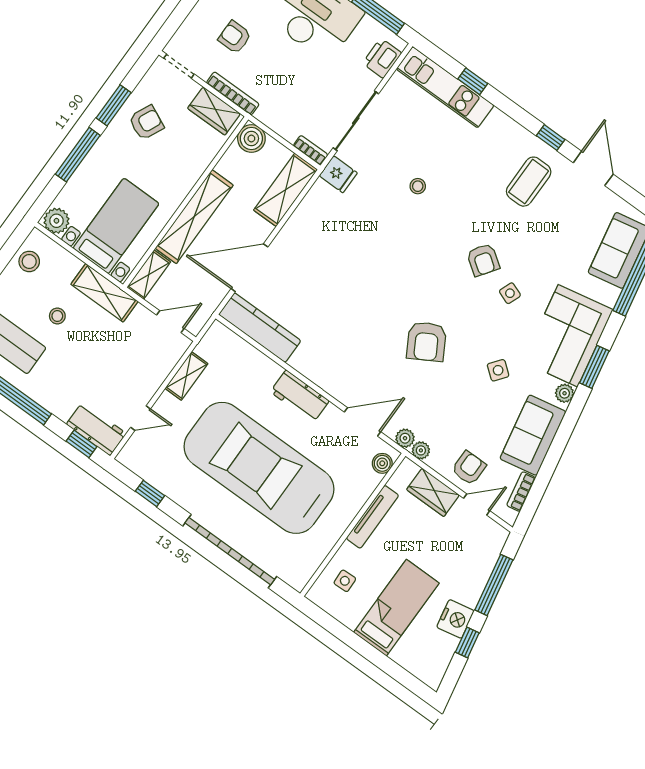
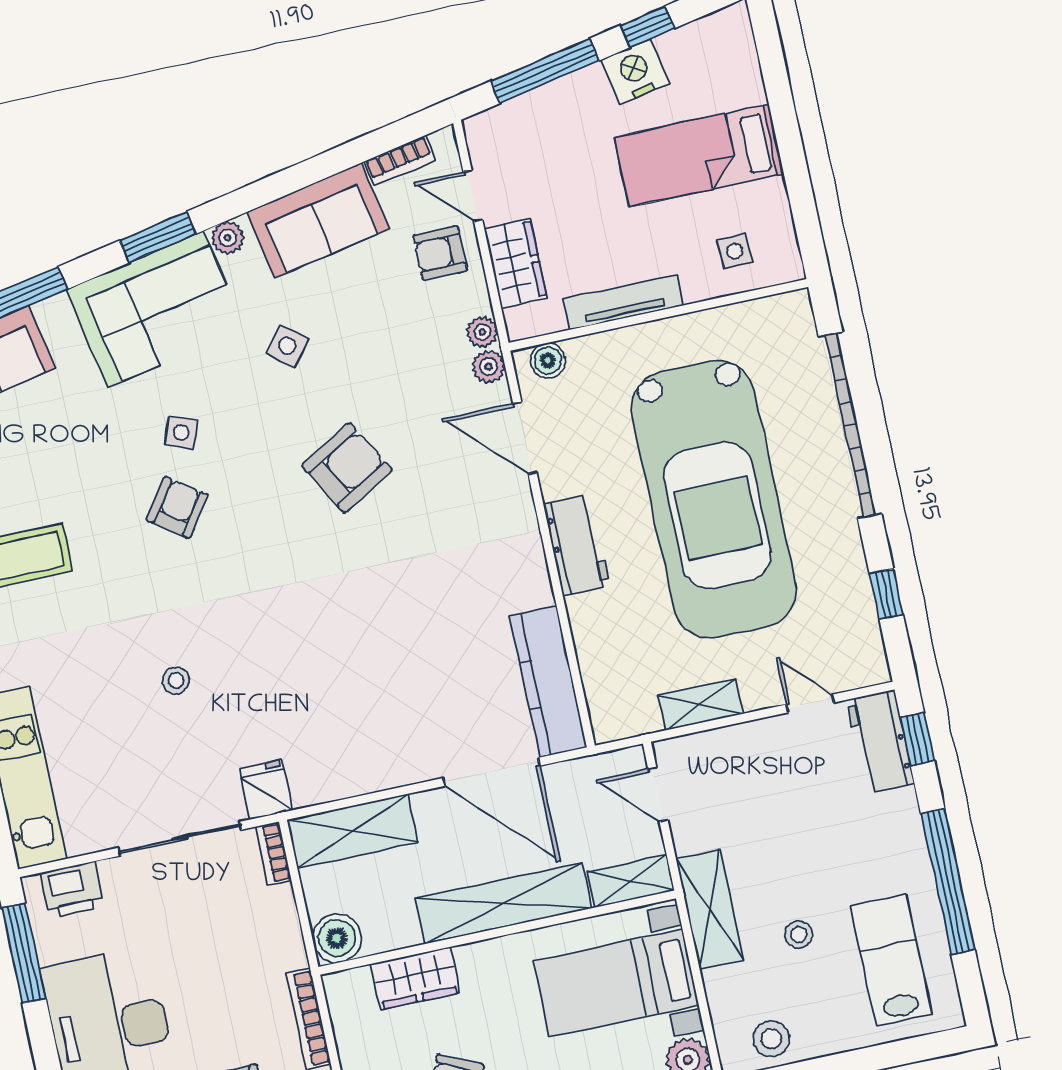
wardrobe: (214, 111) -> (416, 978), moved, turned 90

